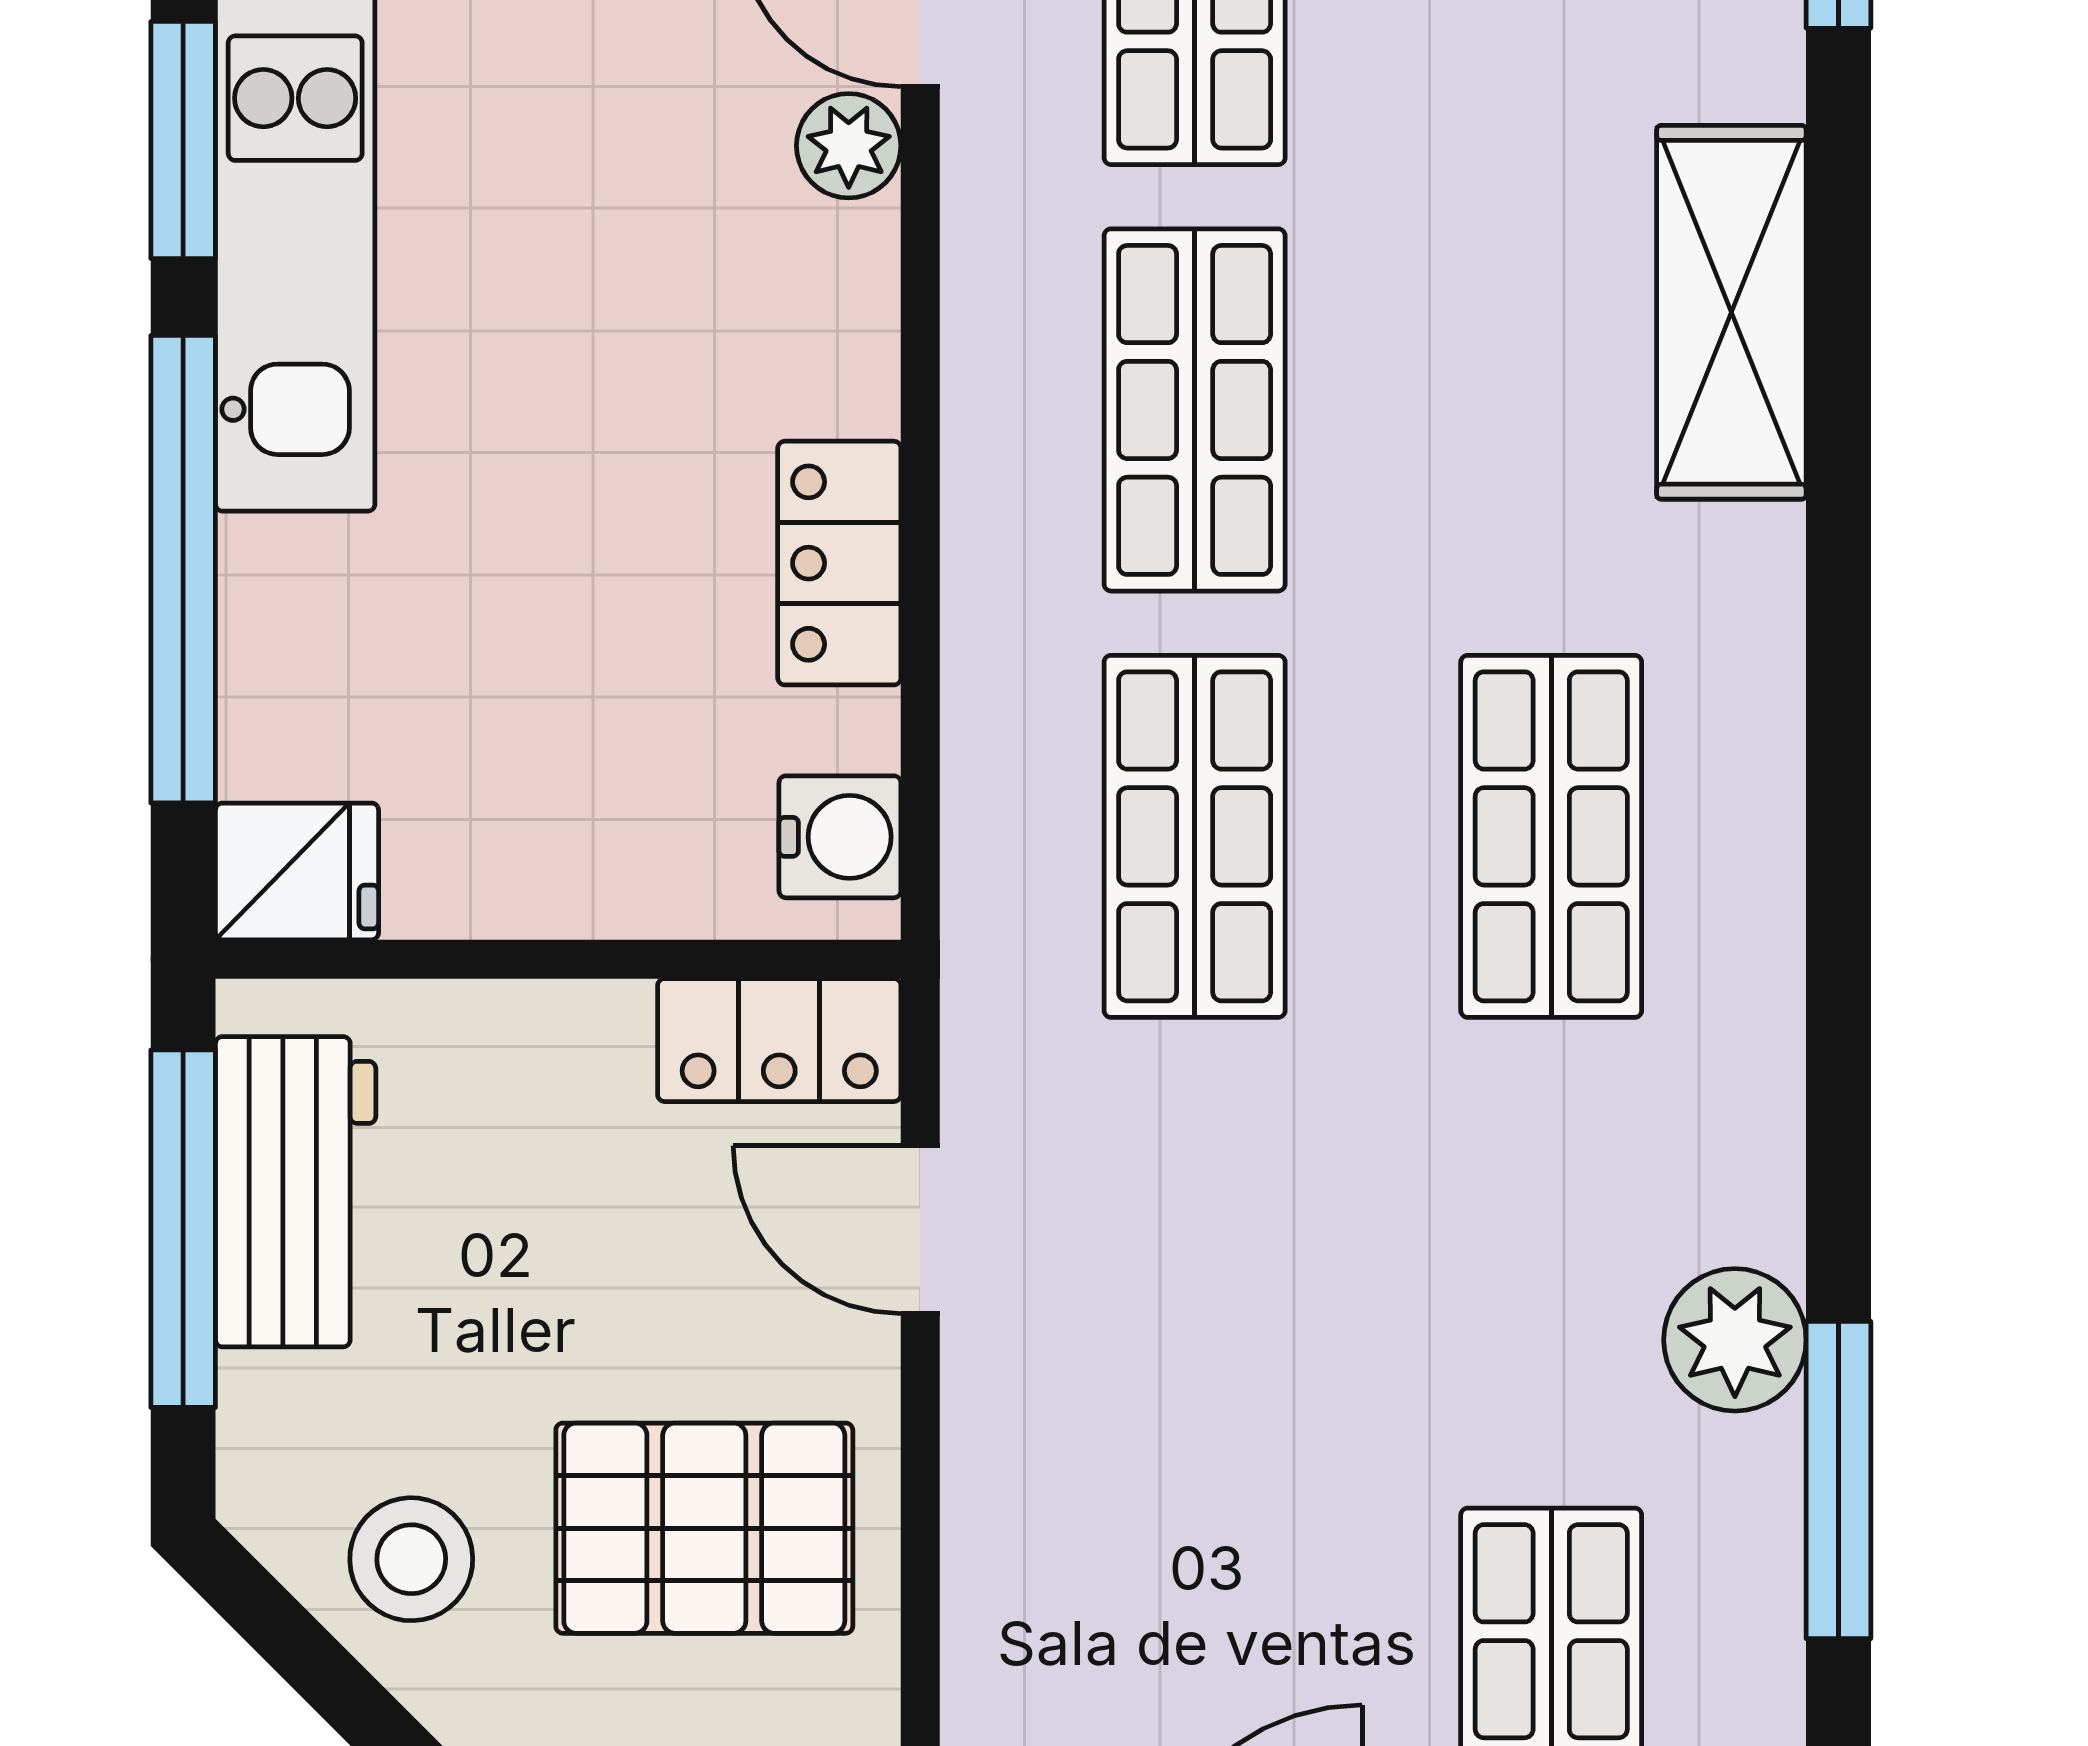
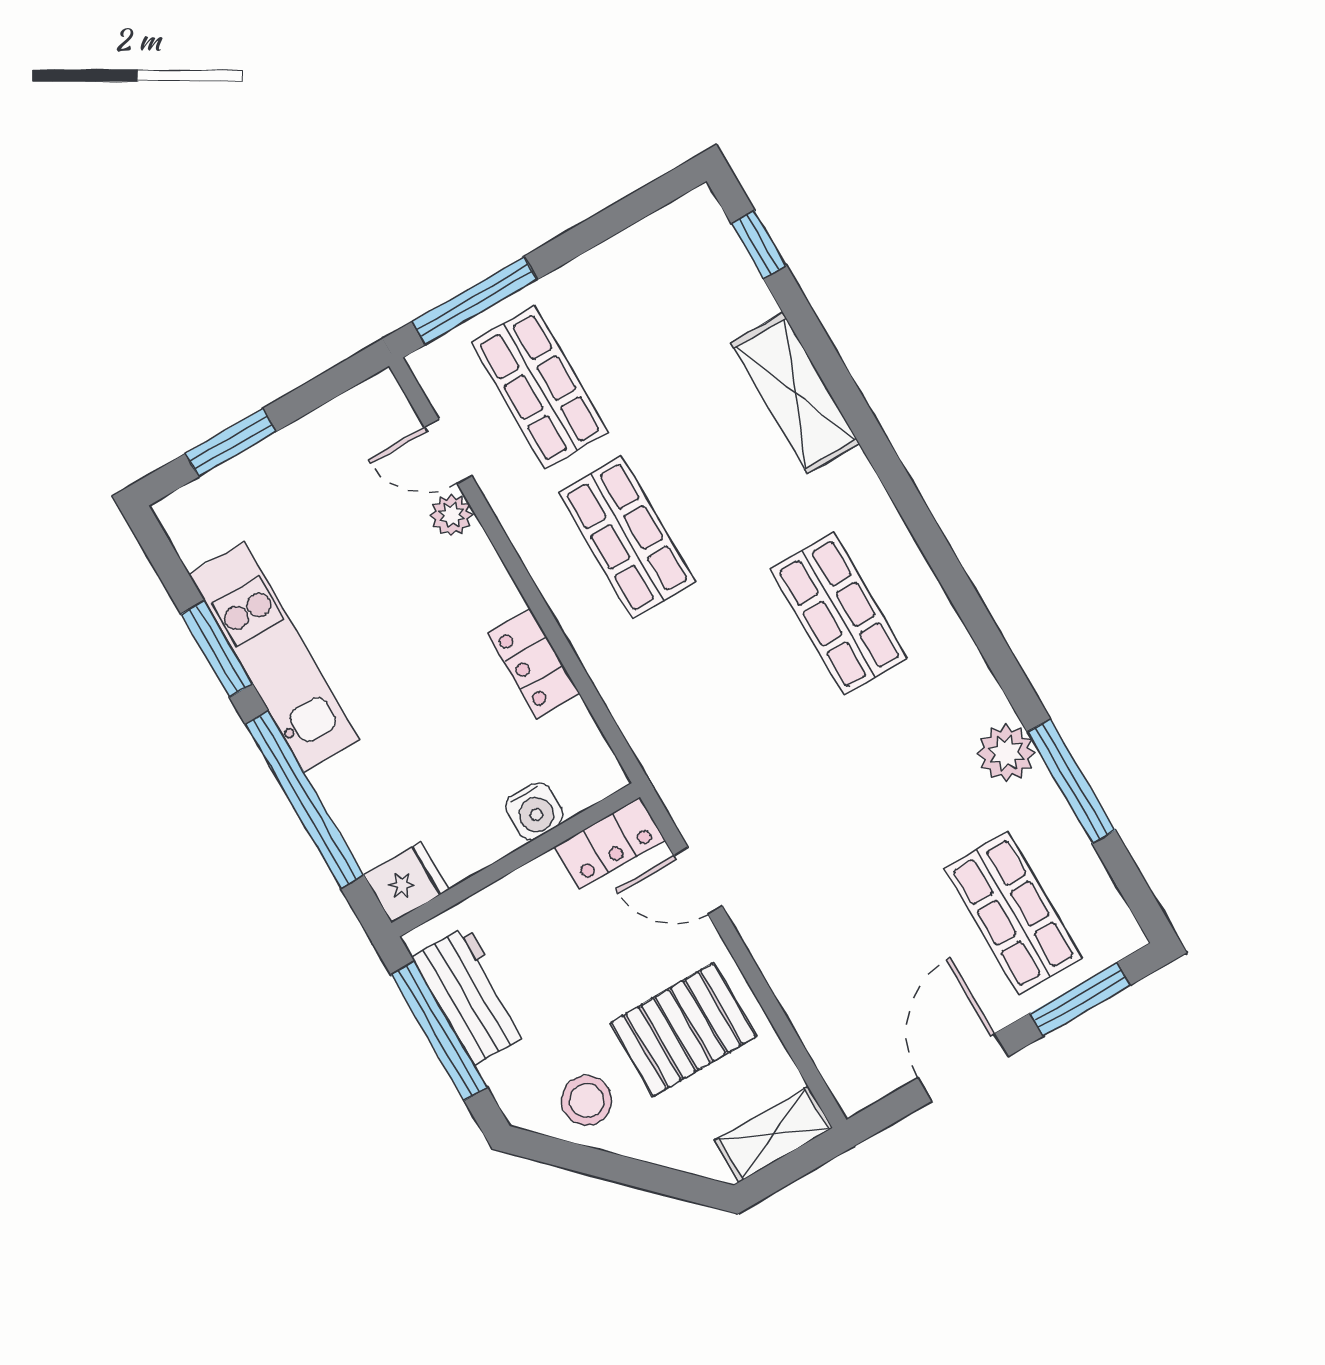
shop shelf: (1195, 836) -> (714, 687), removed
water cooler: (840, 837) -> (534, 811), moved, turned 90

